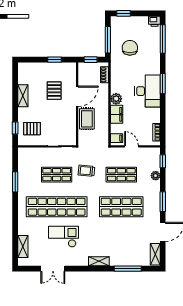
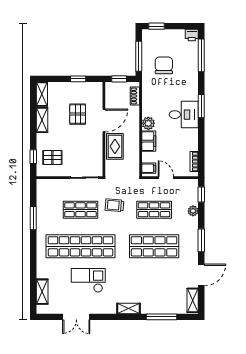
shelving: (23, 73) -> (42, 94), added
desk: (147, 91) -> (184, 115), width x0.73

